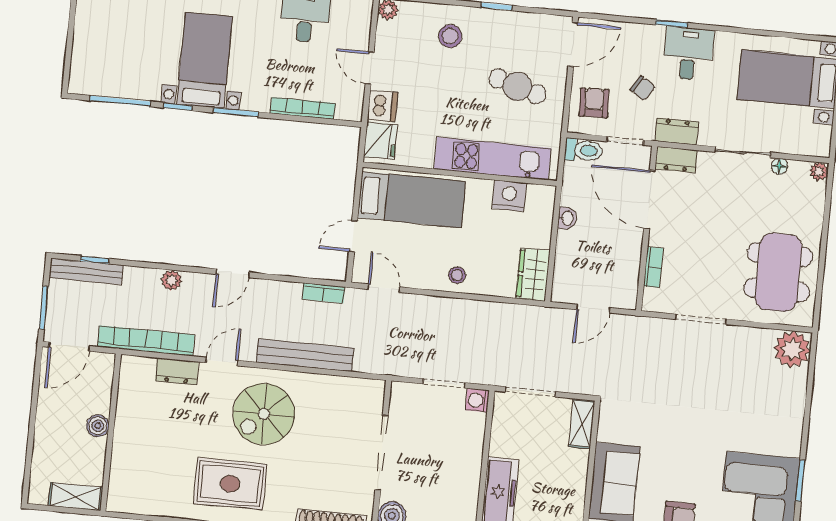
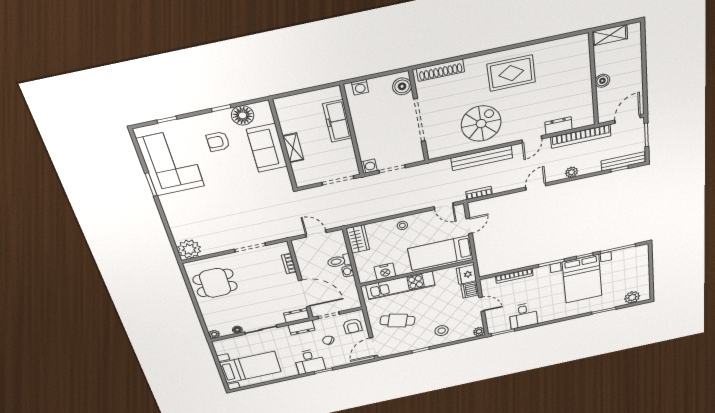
bed with nightstands: (205, 60) -> (582, 279), width x1.36
toilet: (584, 150) -> (339, 261), moved
dining table: (778, 272) -> (215, 283), width x0.73
door: (593, 309) -> (316, 233), hinge flipped
spiral stairs: (264, 414) -> (481, 124), moved
shelving: (582, 424) -> (293, 148), moved

